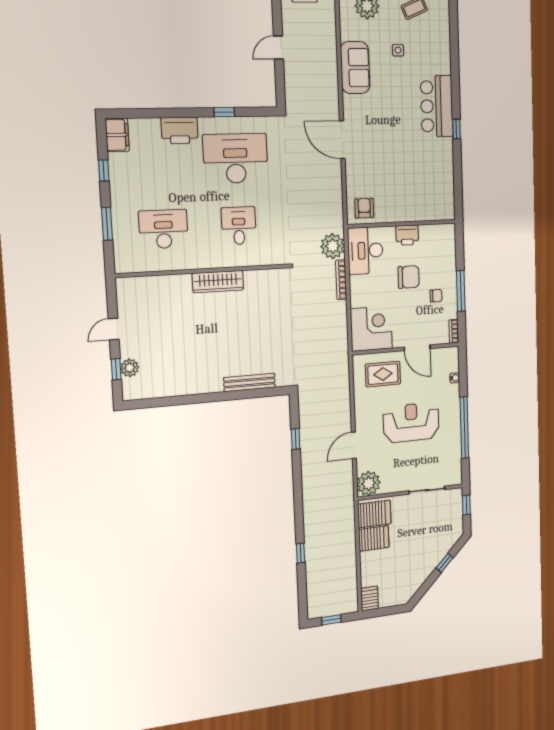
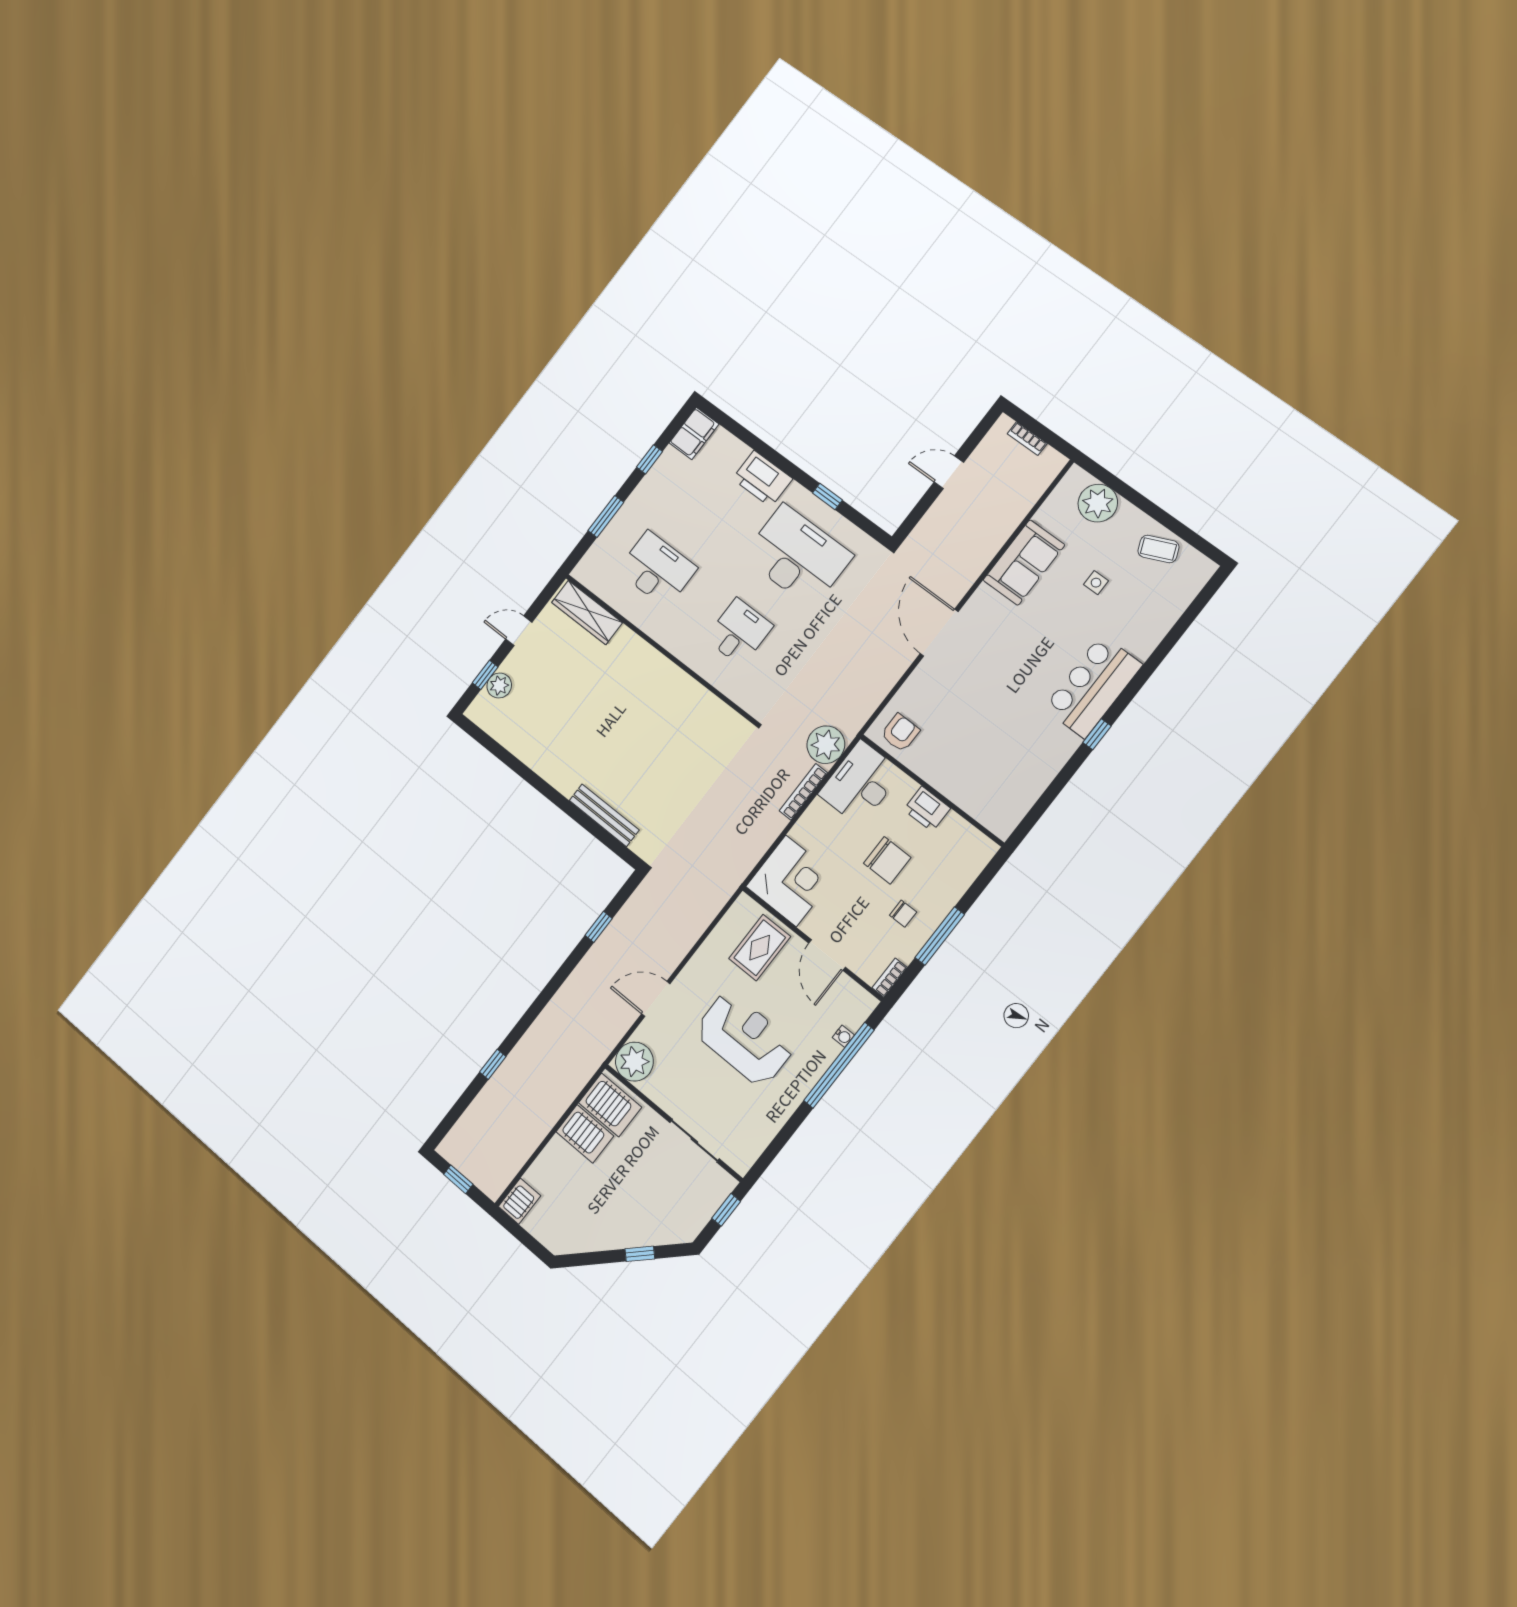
wardrobe: (218, 282) -> (587, 612), moved
rug: (383, 374) -> (760, 948), turned 90
window: (464, 428) -> (839, 1065), moved

